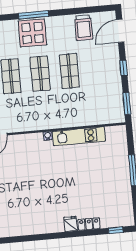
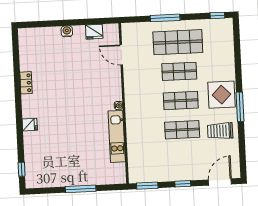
window: (34, 15) -> (240, 107), moved
trolley: (84, 28) -> (220, 131), moved
door: (120, 31) -> (220, 182), hinge flipped
locker: (89, 224) -> (26, 83), moved

